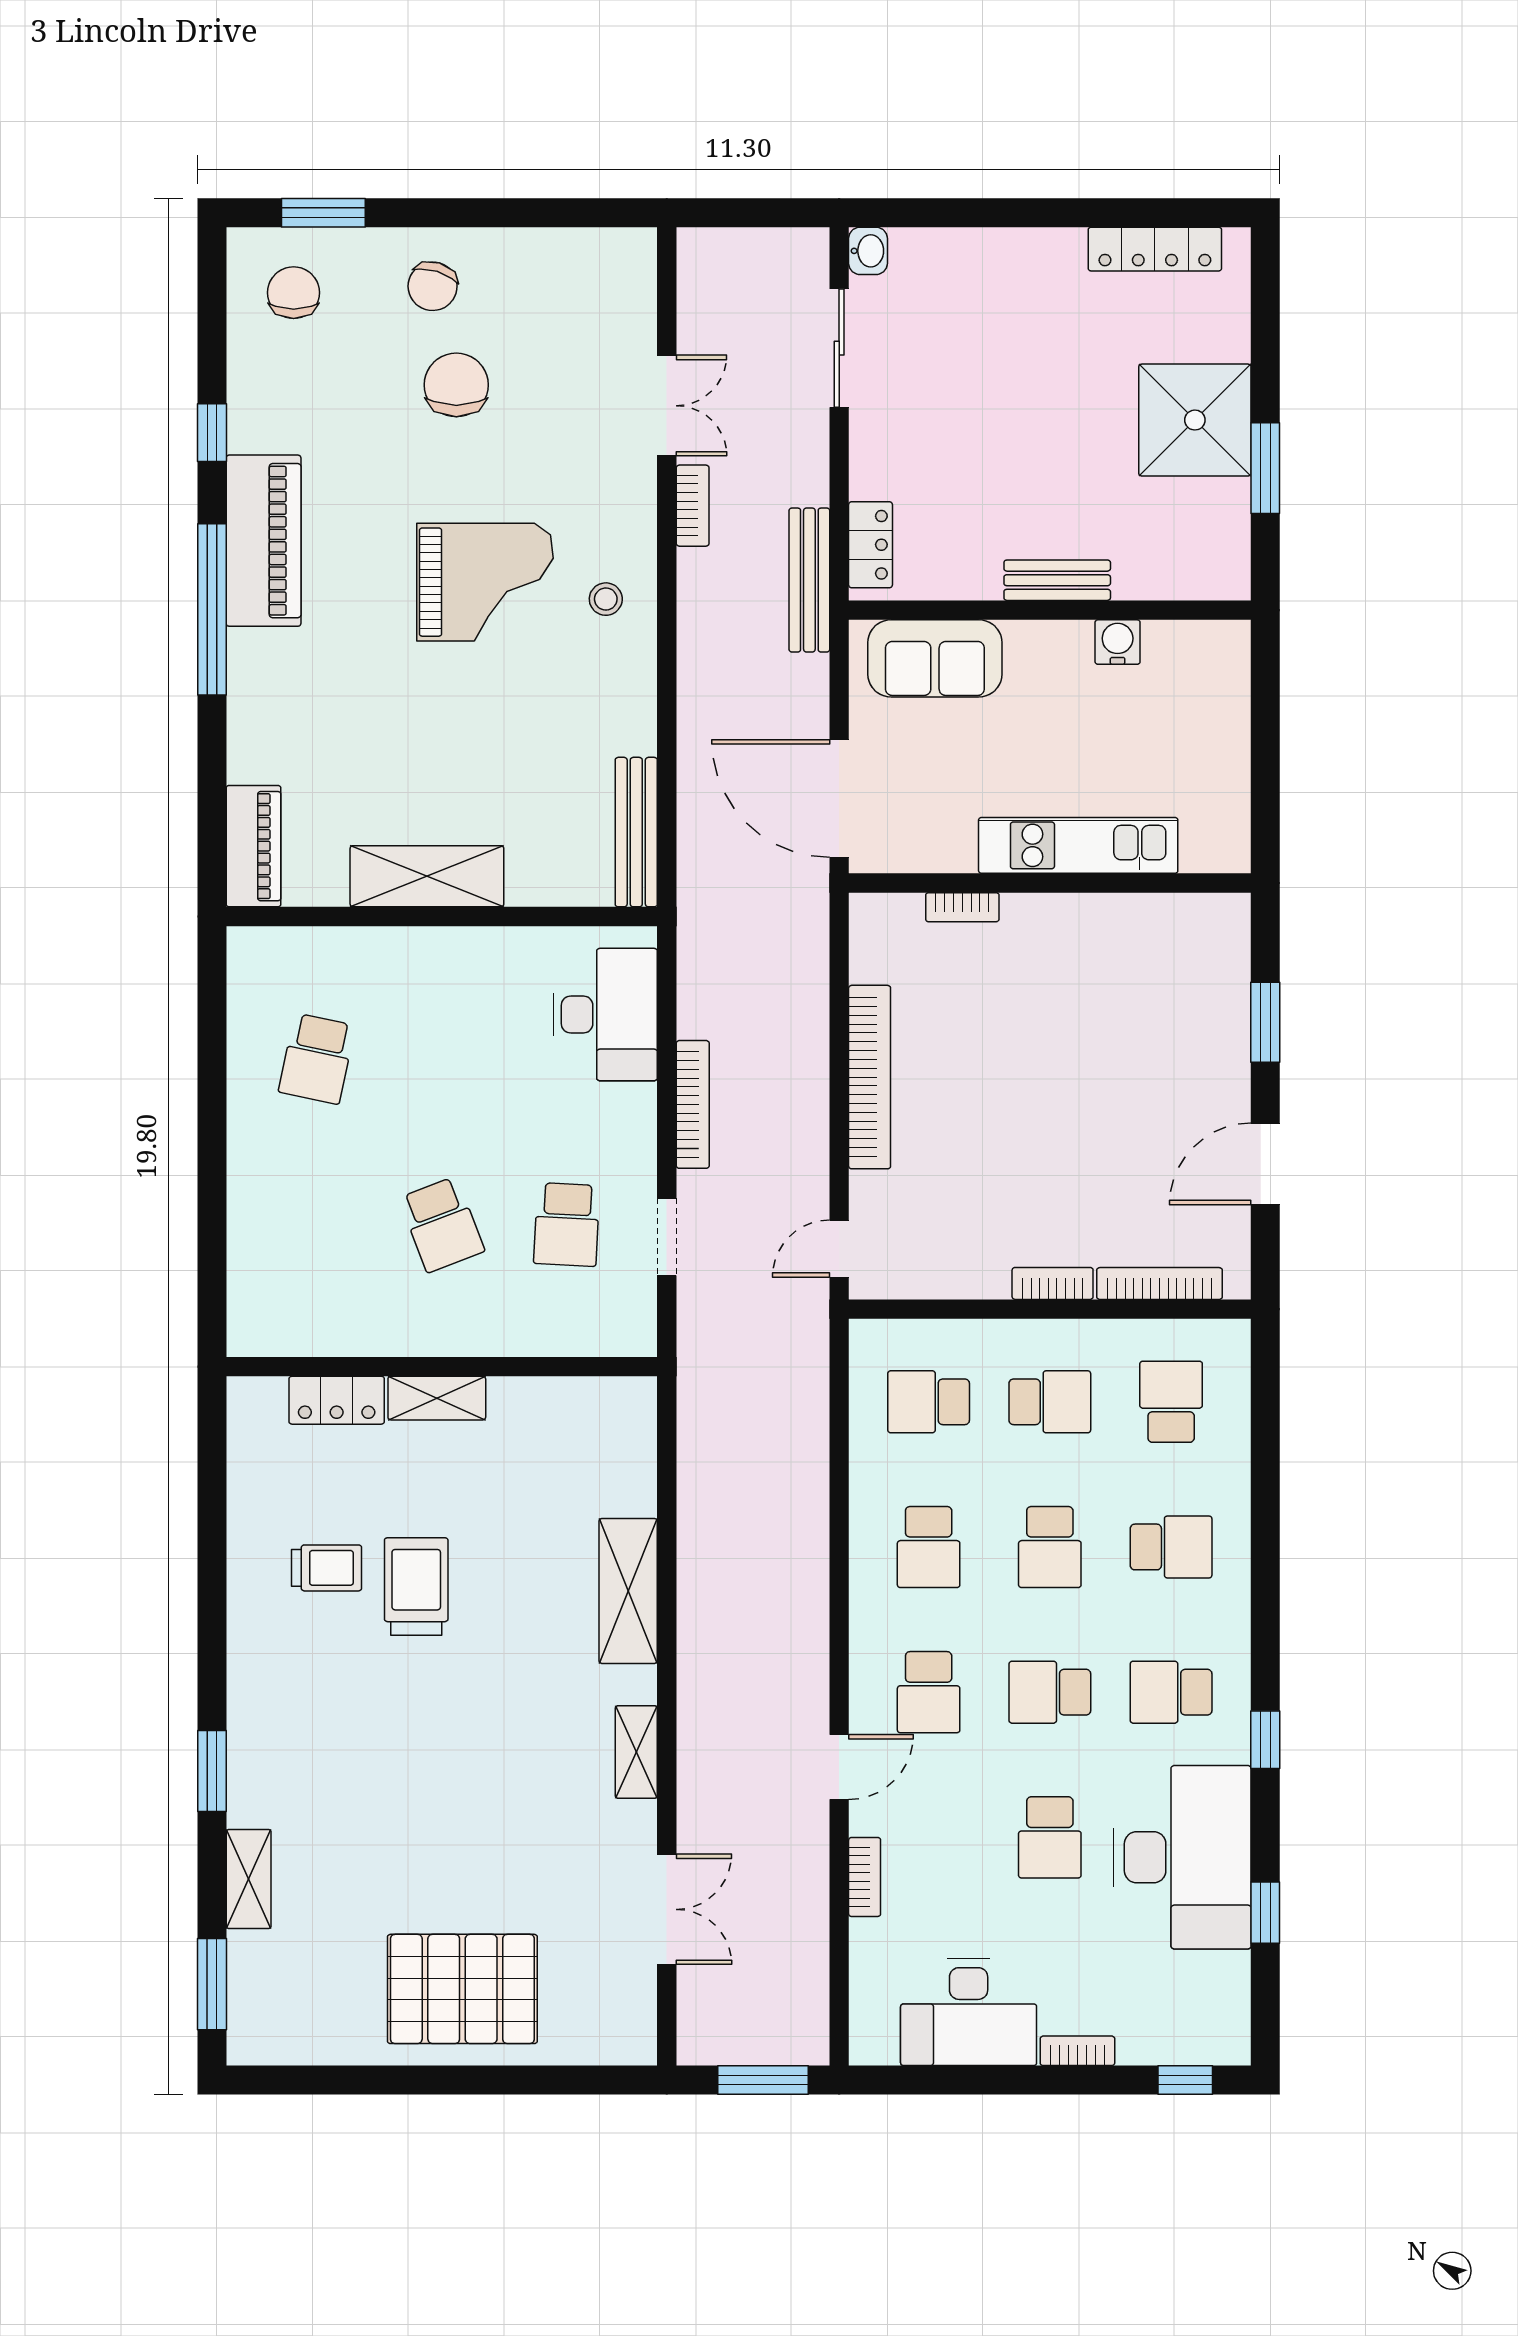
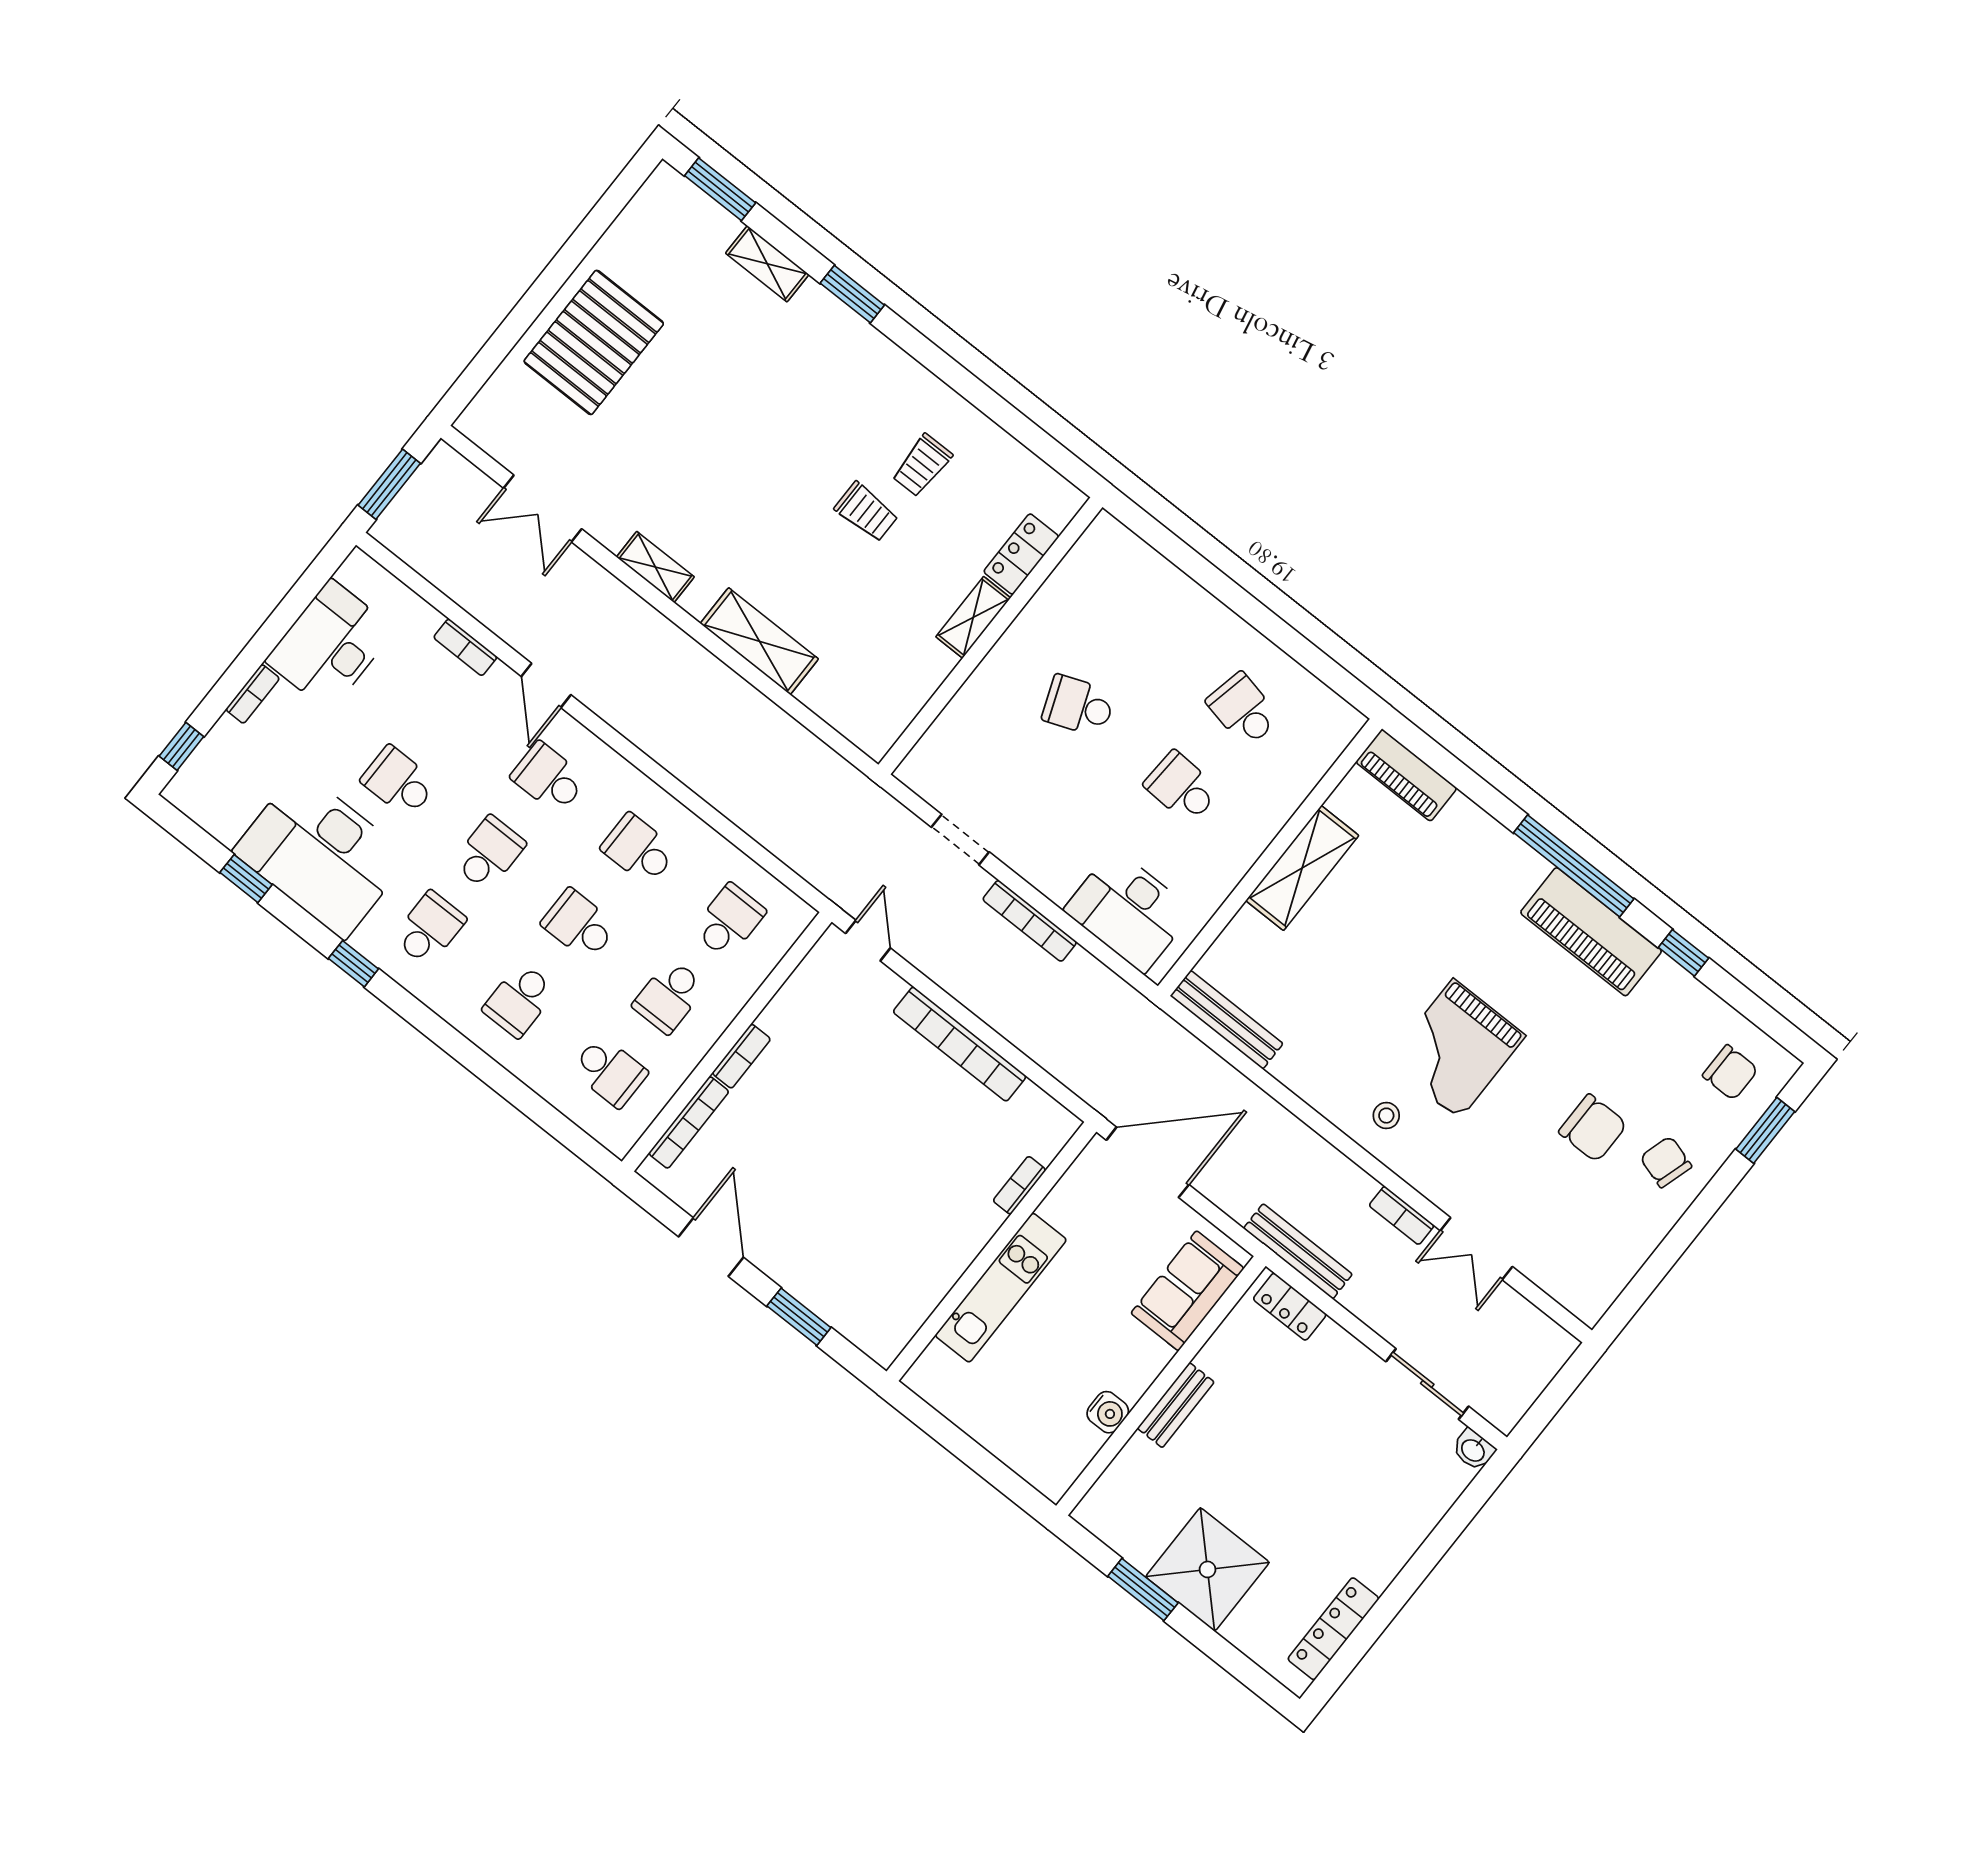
school desk: (567, 1224) -> (1182, 787), moved
trolley: (416, 1587) -> (866, 512), width x0.73, depth x0.72

